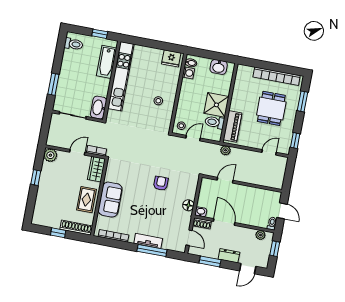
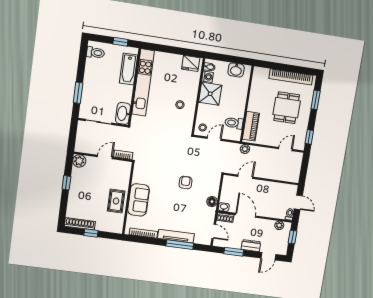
shower: (216, 105) -> (210, 94), moved
wardrobe: (96, 169) -> (124, 172), removed
shoe rack: (76, 228) -> (80, 224), moved
tv unit: (148, 241) -> (176, 236), width x1.41

